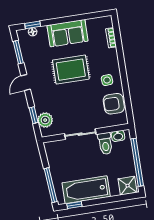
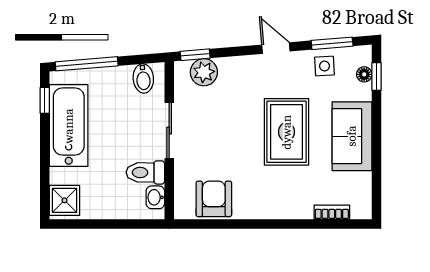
side table: (107, 80) -> (324, 66), moved
window: (34, 115) -> (195, 55), moved
bidet: (54, 153) -> (143, 78), added
window: (137, 162) -> (103, 224), removed

